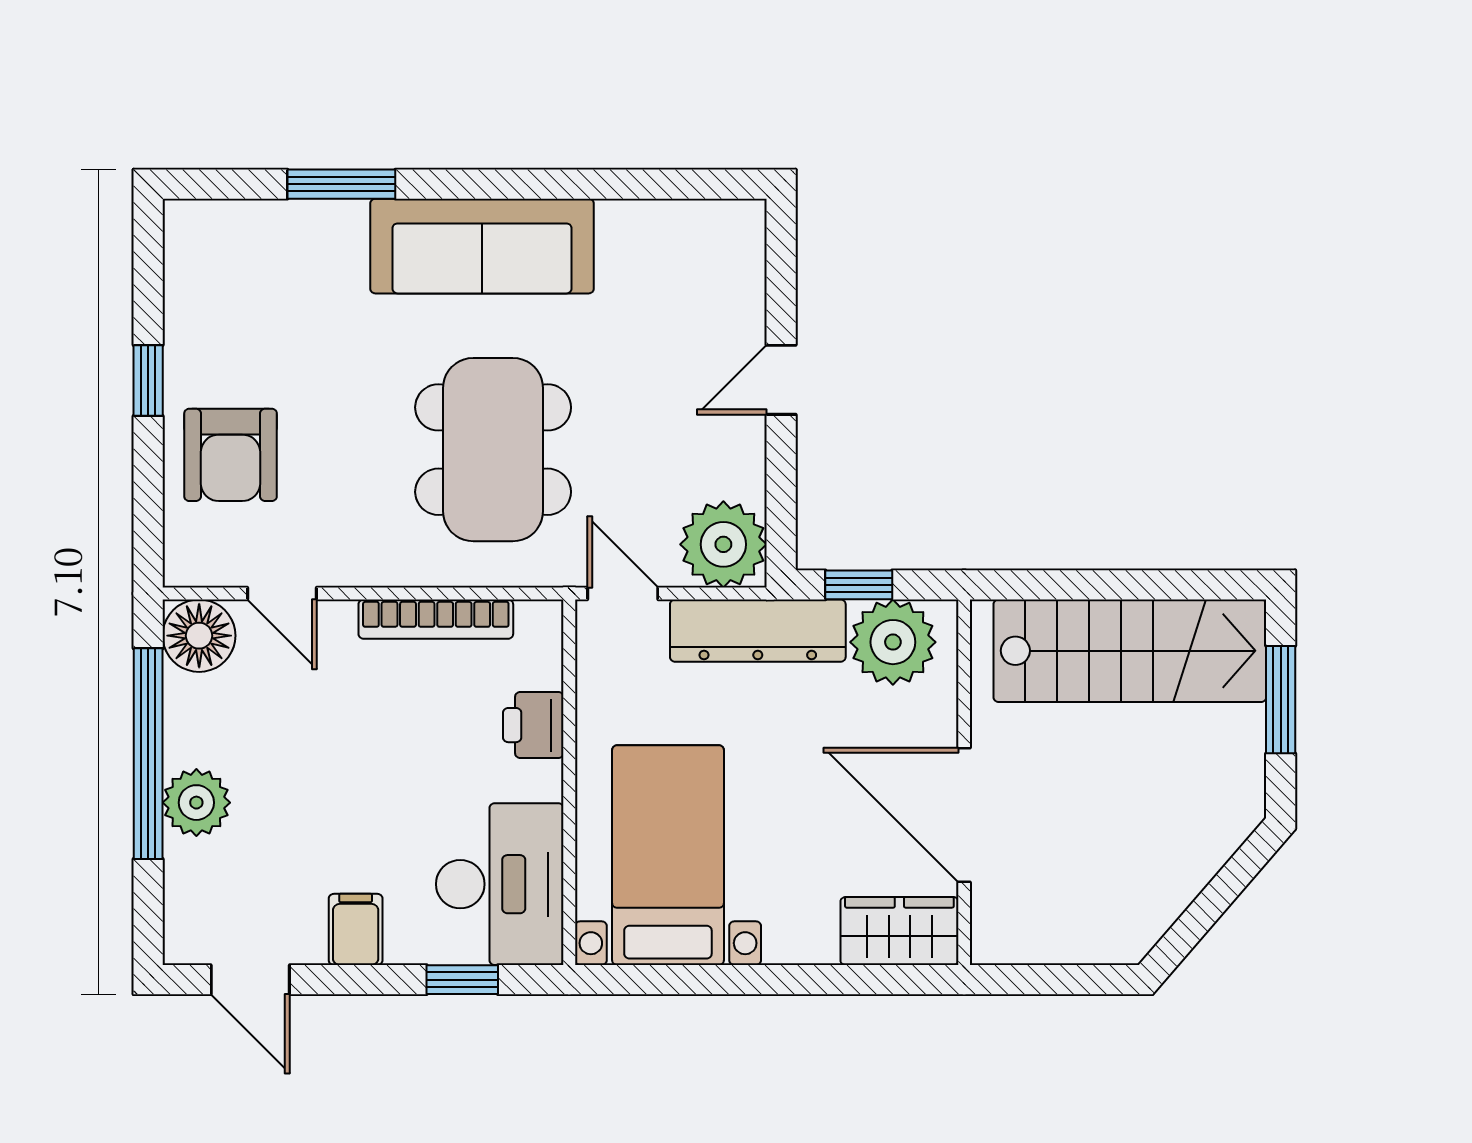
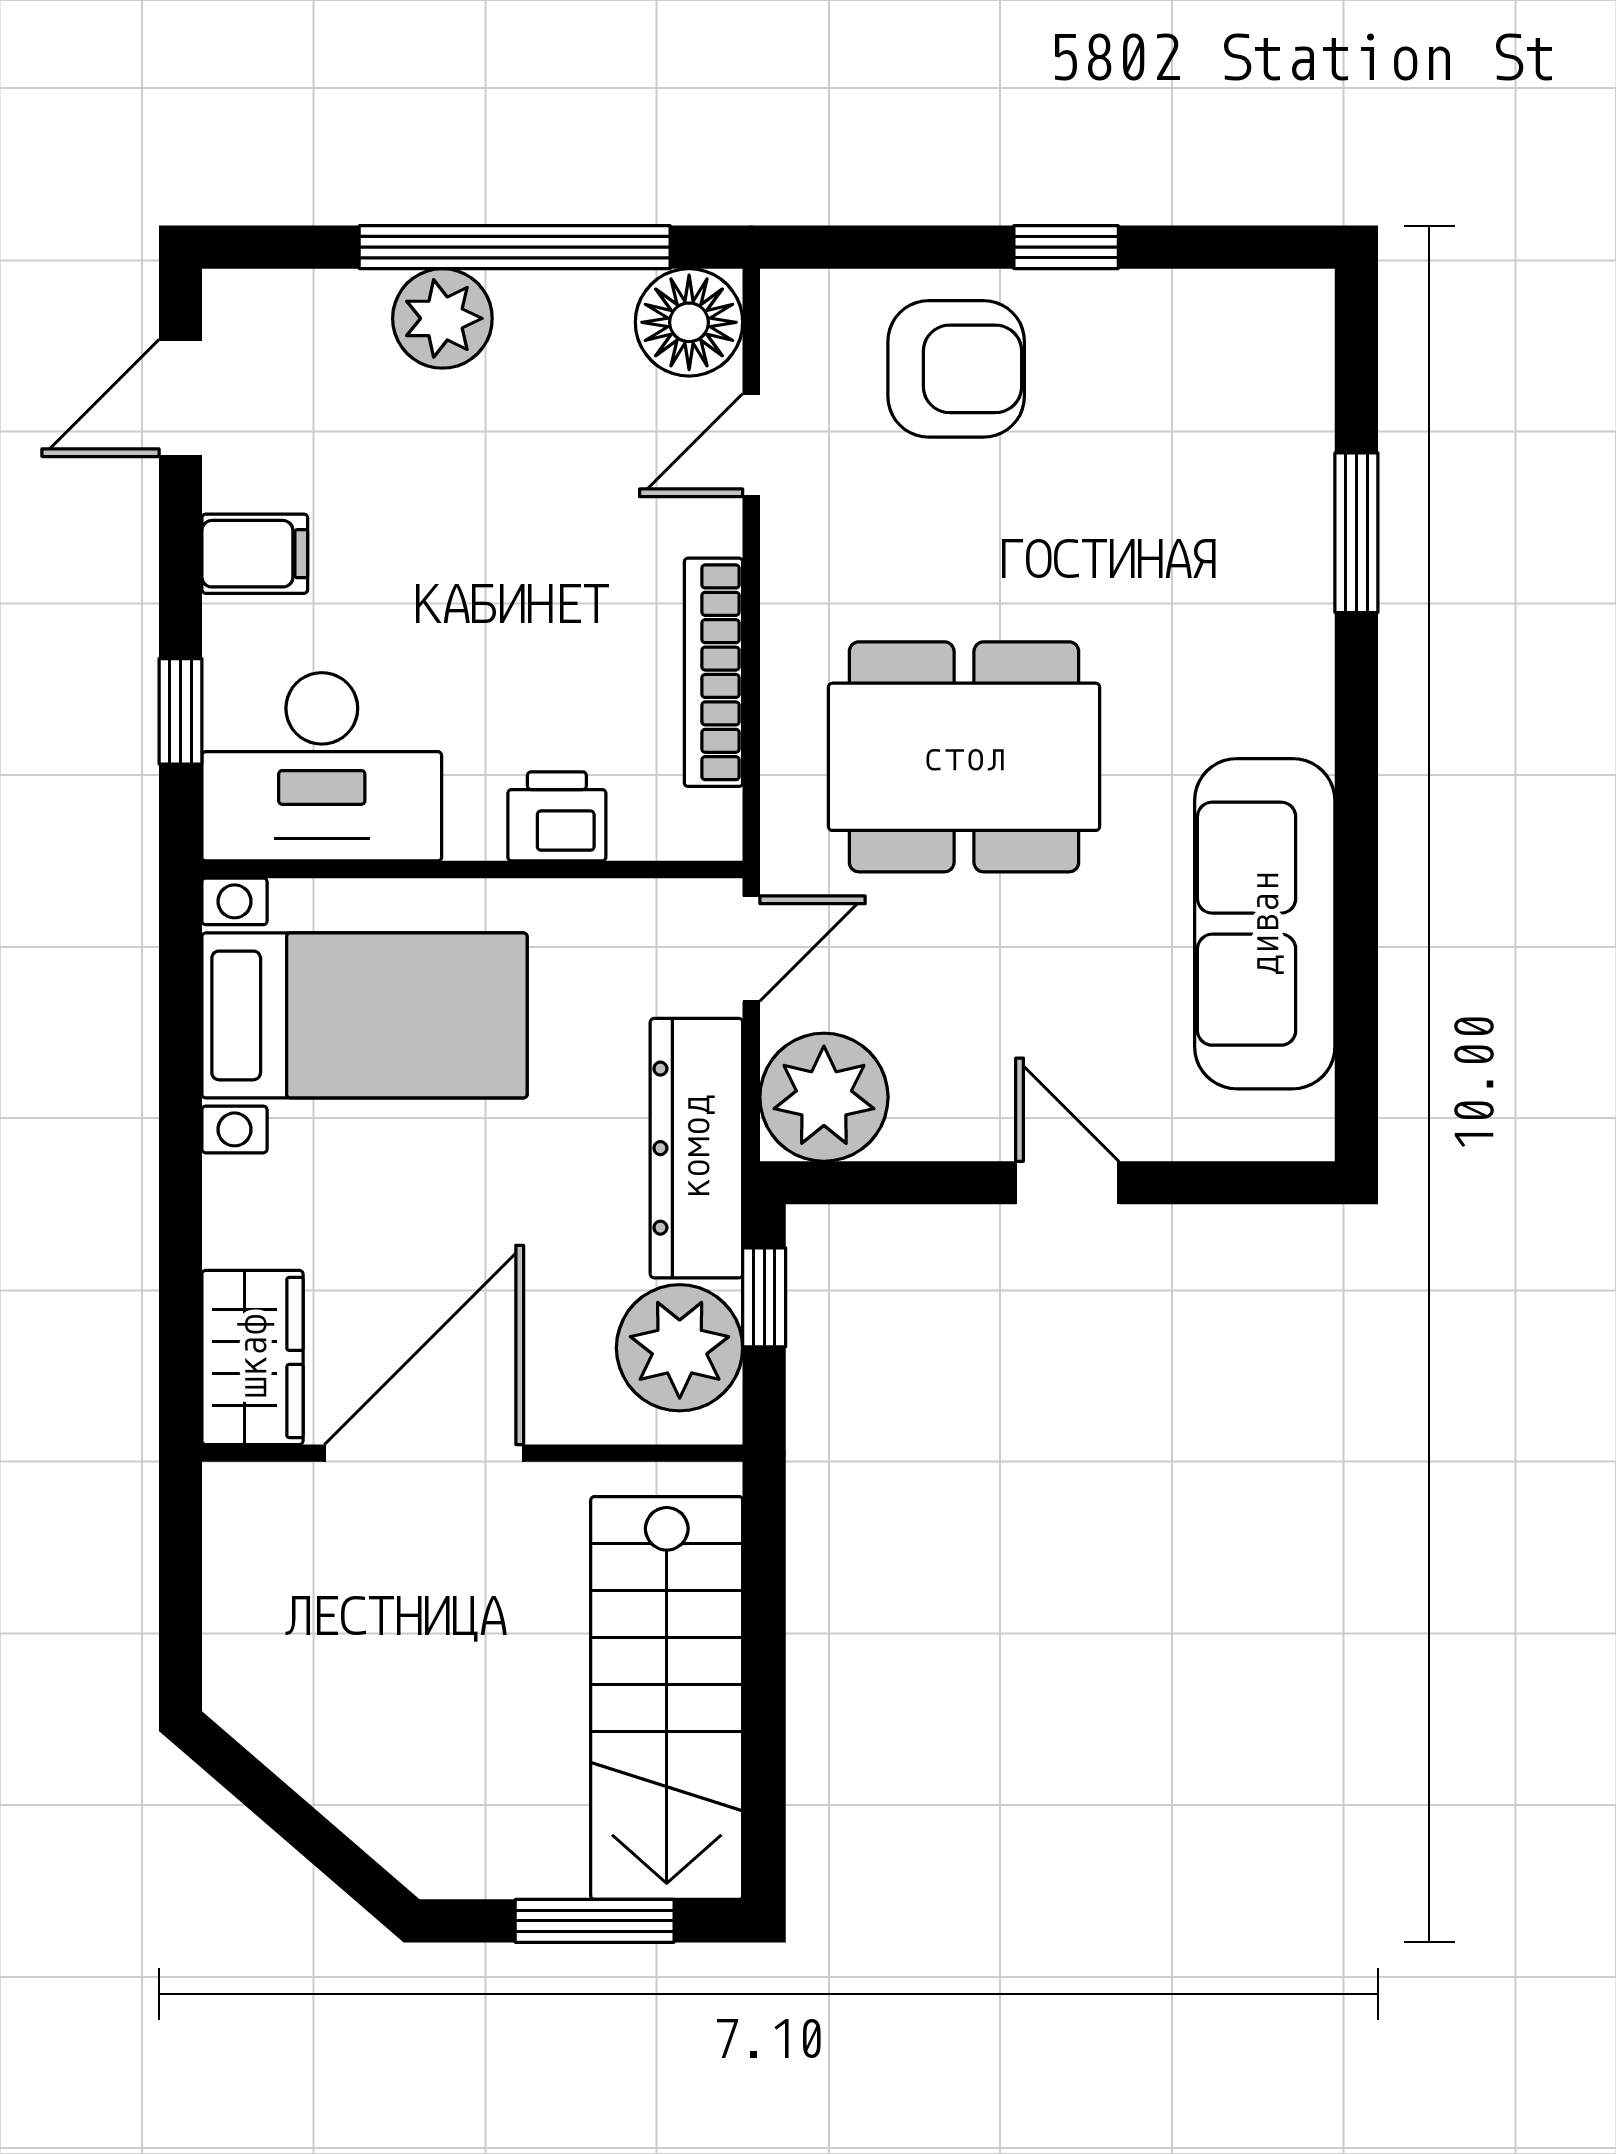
sofa: (482, 246) -> (1265, 924), moved
armchair: (231, 455) -> (956, 369), turned 180

